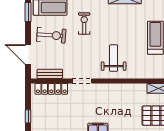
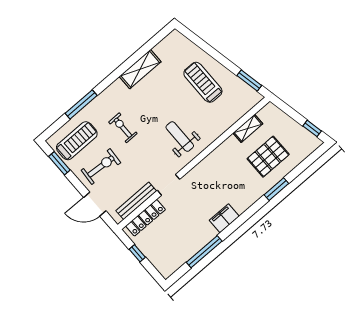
bench: (50, 74) -> (136, 201), width x1.36
window: (28, 116) -> (137, 253), moved

